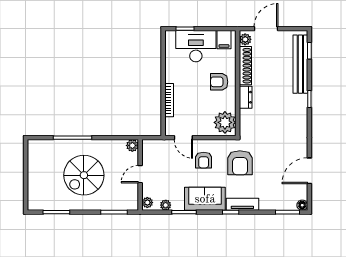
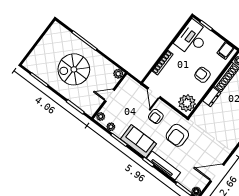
desk: (196, 46) -> (192, 38), moved, turned -90
tv unit: (242, 204) -> (163, 166), width x1.41

